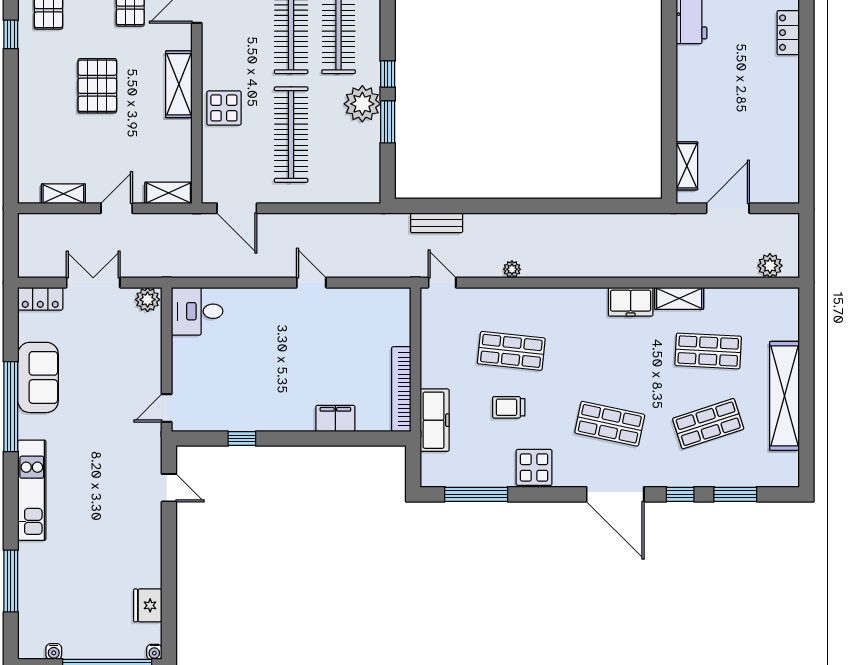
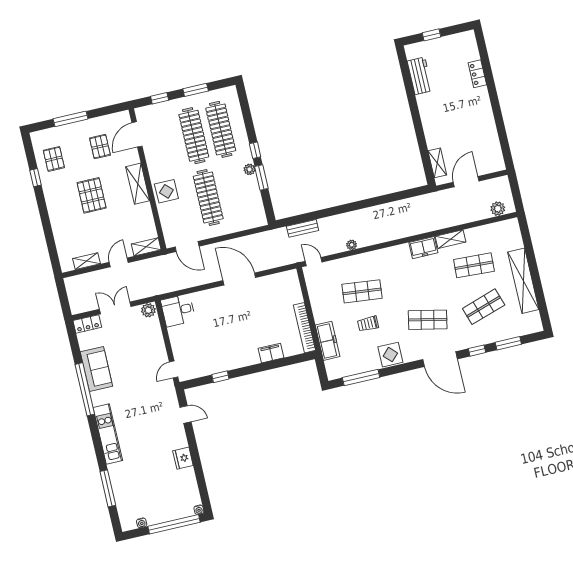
plant: (362, 104) -> (249, 169), width x0.53, depth x0.53
door: (311, 283) -> (239, 279), width x1.88
fridge: (148, 605) -> (183, 458), moved

